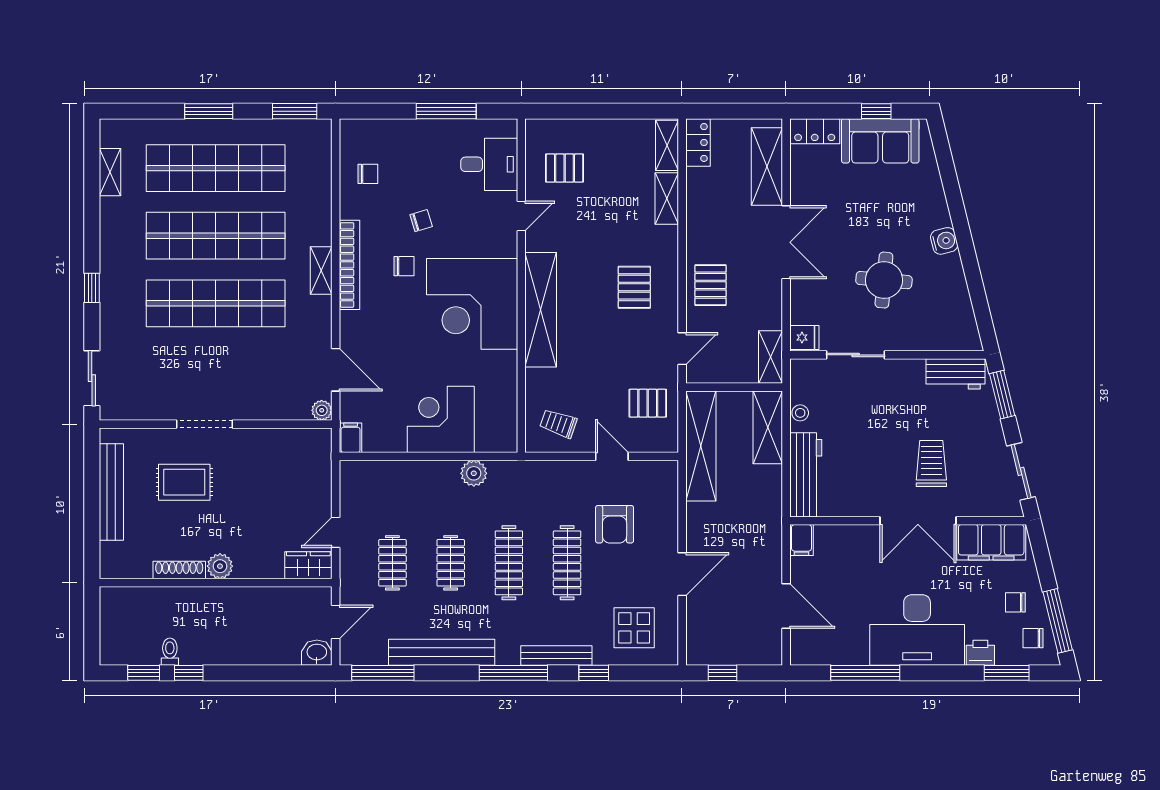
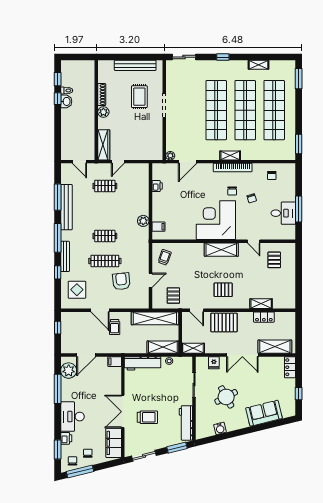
window: (209, 111) -> (299, 79), moved
sofa: (880, 141) -> (264, 413), moved, turned 76
locker: (698, 142) -> (264, 317), moved
shelving: (667, 145) -> (284, 304), removed
desk: (489, 164) -> (283, 213), moved, turned -90
shelving: (110, 172) -> (259, 65), moved
water cooler: (944, 241) -> (220, 428), moved
round table: (884, 280) -> (226, 397), turned -33
pallet: (710, 285) -> (224, 322), width x1.50, depth x1.42
shelving: (541, 310) -> (221, 250), width x0.68
fridge: (804, 337) -> (214, 363), moved
workbench: (956, 374) -> (186, 423), width x1.37
corner desk: (441, 419) -> (166, 207), removed
filing cabinet: (351, 438) -> (158, 227), moved
printer: (392, 441) -> (157, 186), added
armchair: (615, 524) -> (121, 281), turned 84
door: (336, 532) -> (118, 162), swing flipped
trolley: (721, 540) -> (115, 327), added
clothes rail: (451, 563) -> (105, 211), removed
clothes rail: (509, 563) -> (105, 236), width x0.73
wardrobe: (308, 565) -> (104, 145), width x1.50
desk: (917, 630) -> (72, 417), width x0.73, depth x0.77
plant: (823, 647) -> (69, 371), added
washbasin: (317, 653) -> (66, 101), moved
window: (383, 673) -> (58, 197), moved

